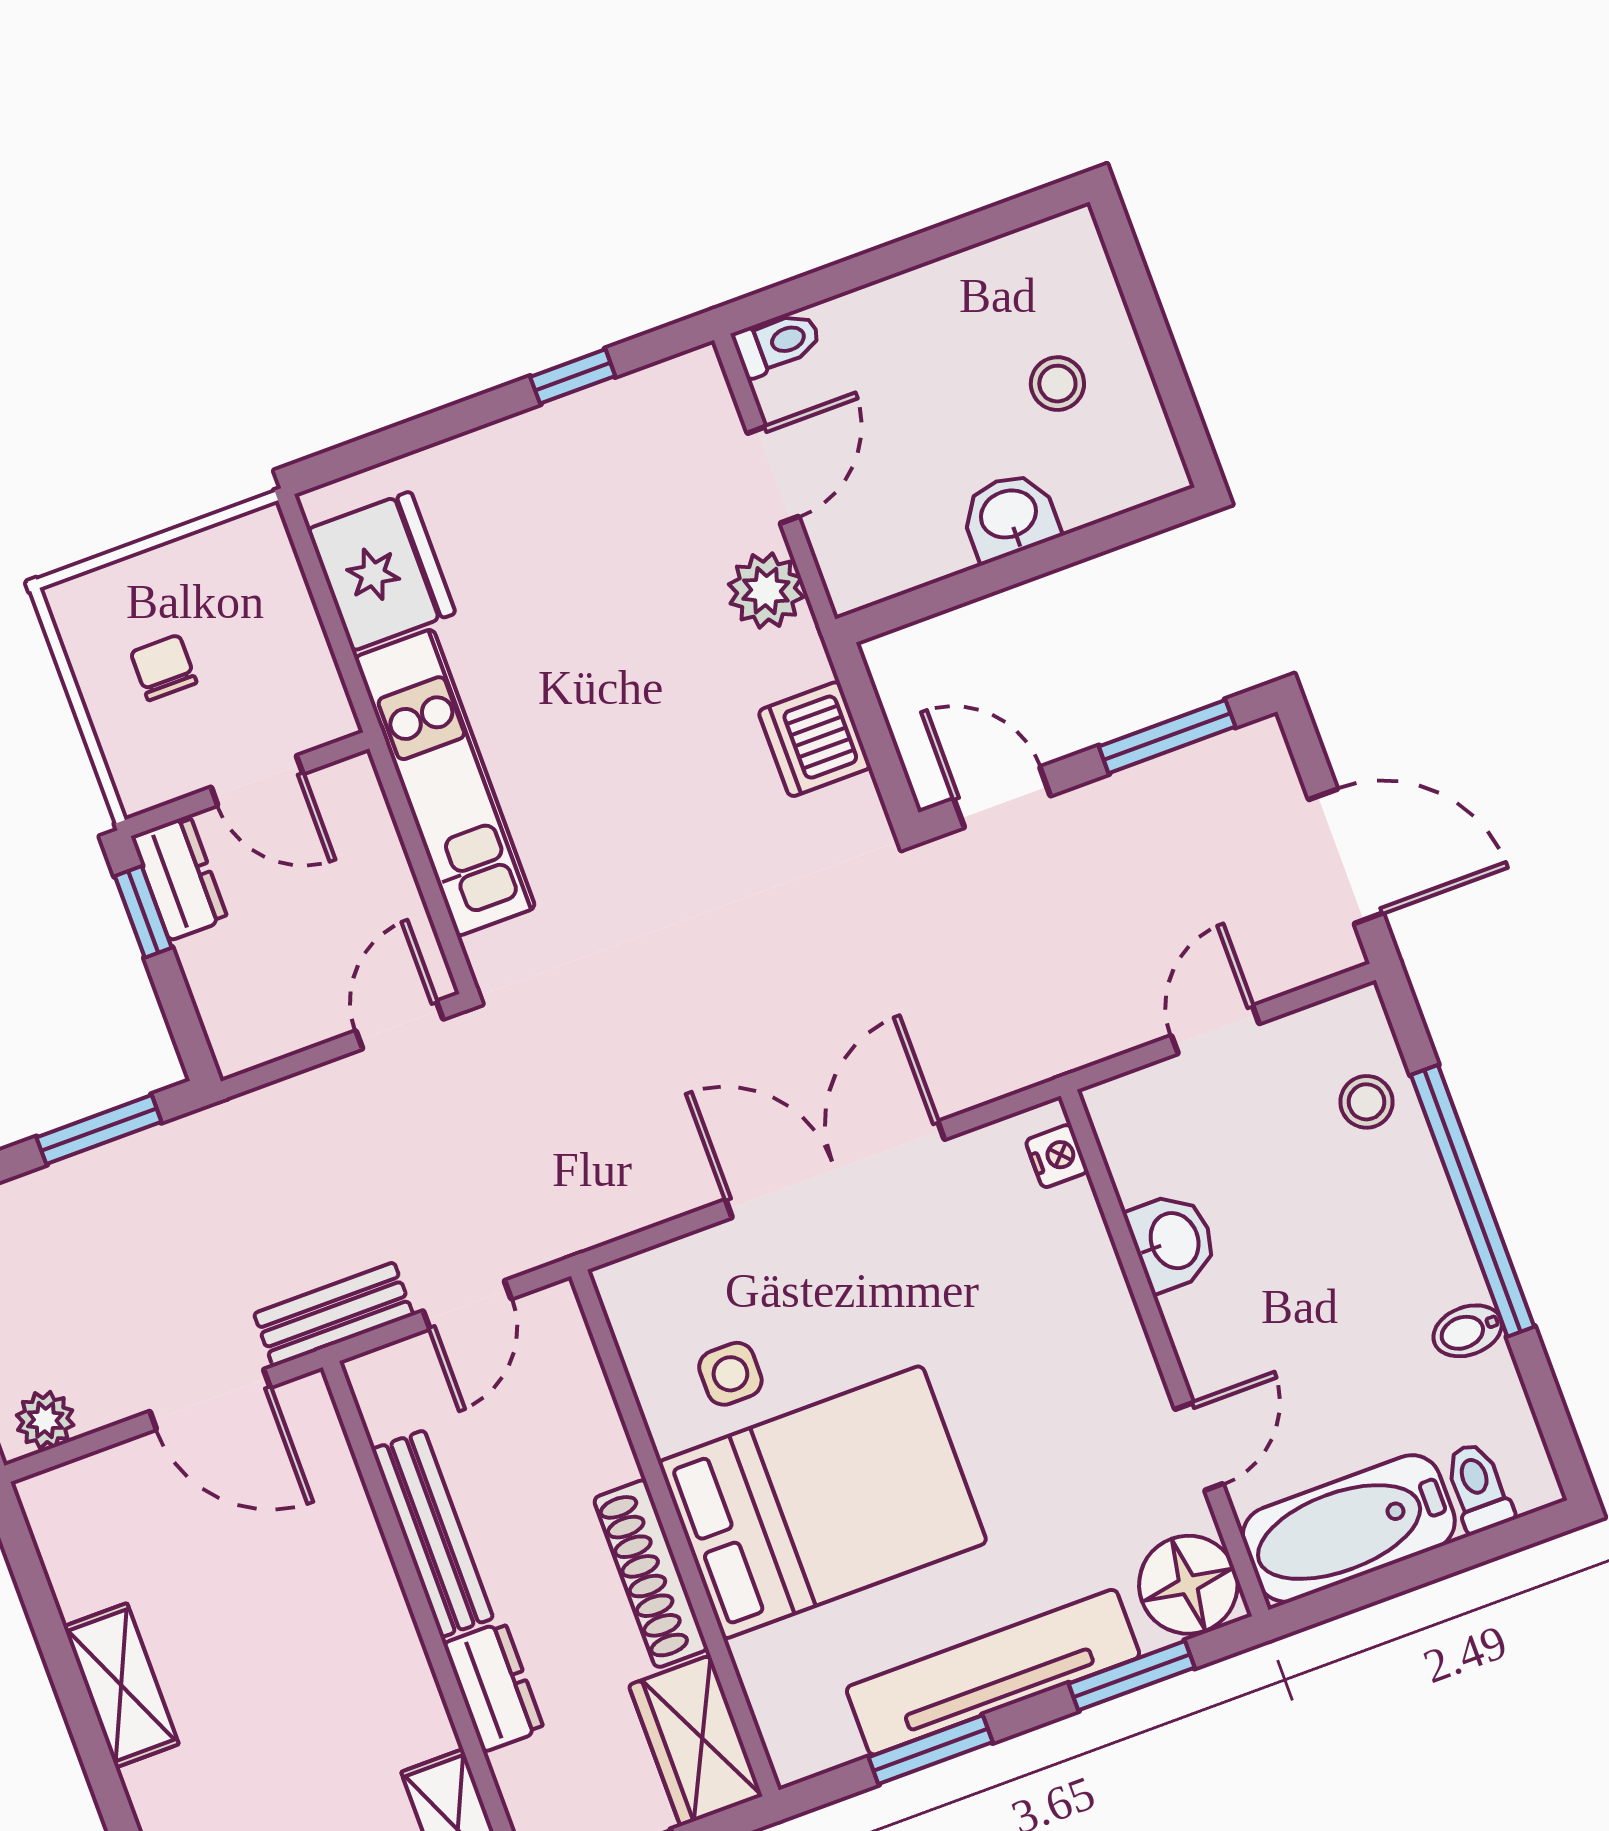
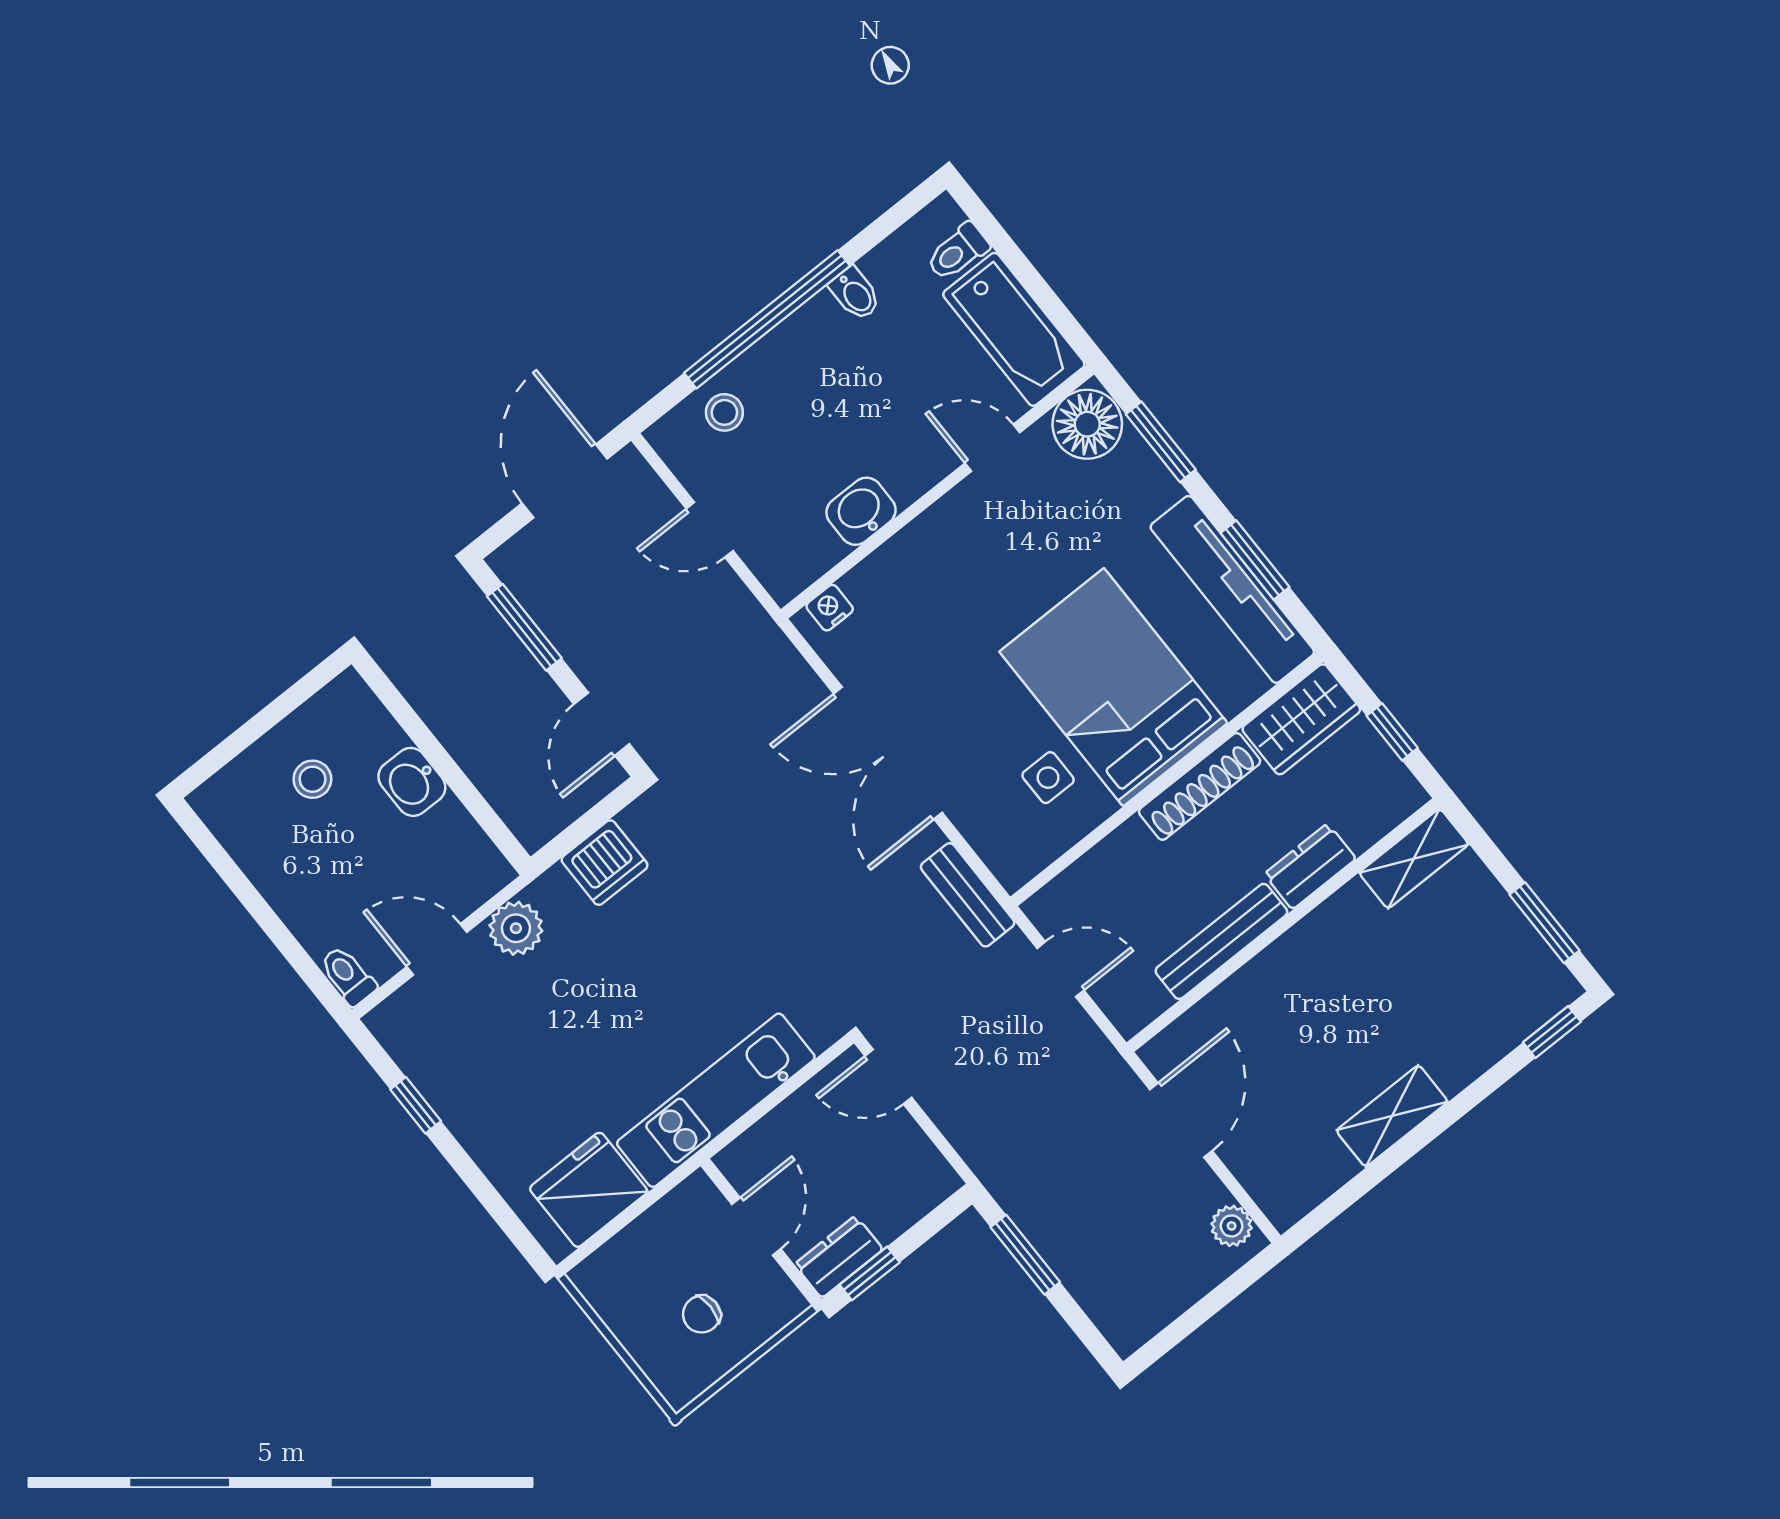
bench: (334, 1314) -> (968, 895), moved
tv unit: (993, 1672) -> (1232, 589), moved

